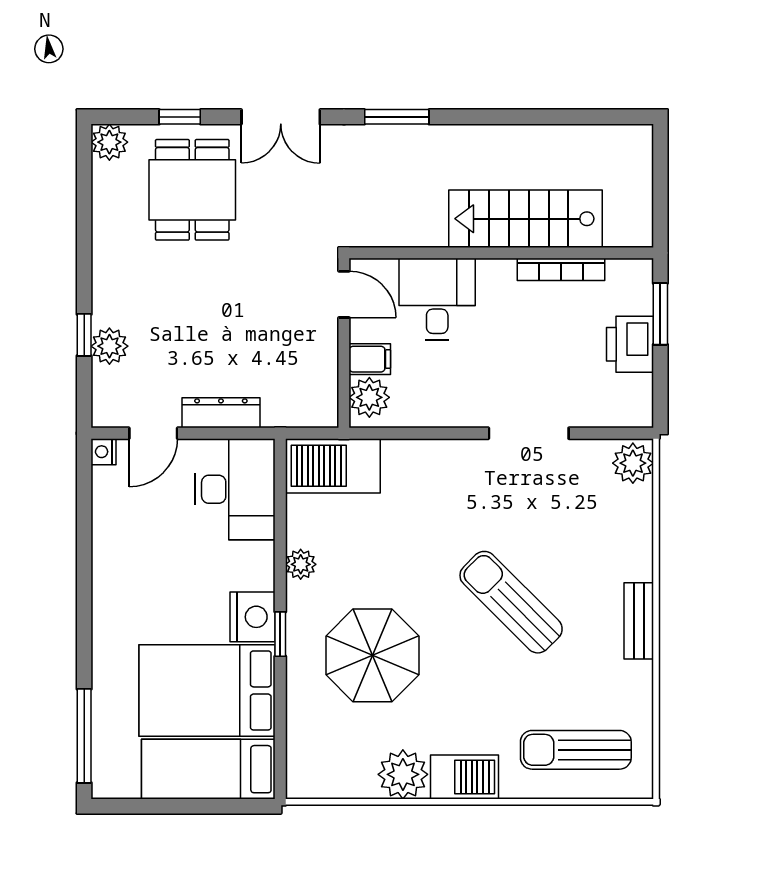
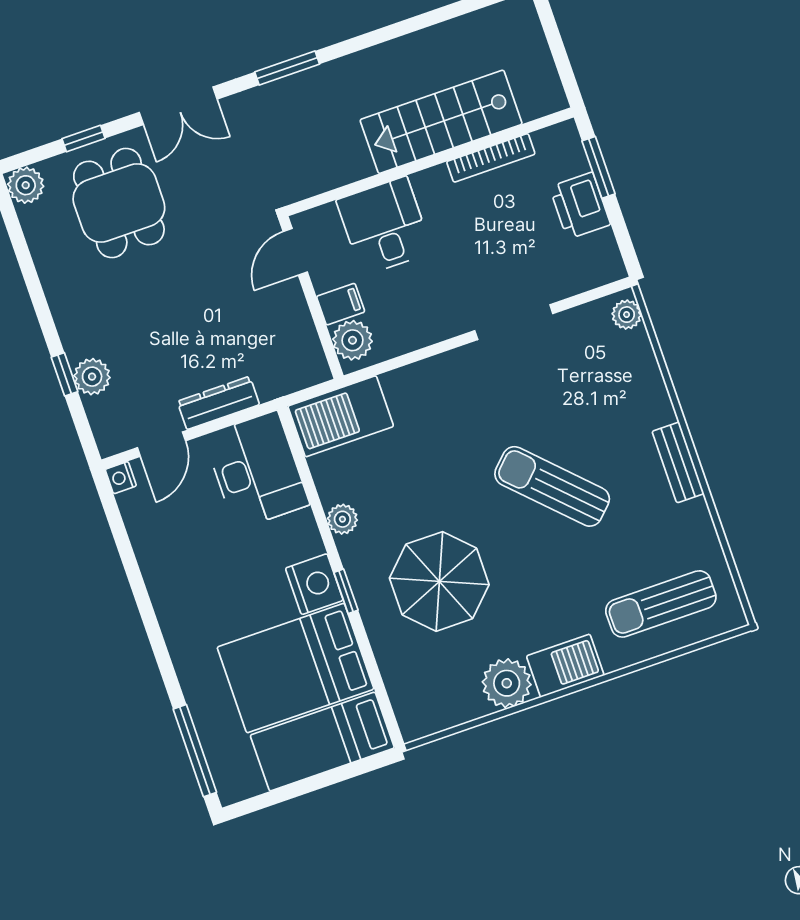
door: (344, 294) -> (295, 252), swing flipped
plant: (633, 463) -> (627, 315), width x0.73, depth x0.73

